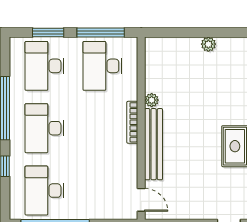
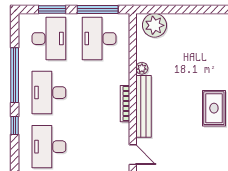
plant: (208, 44) -> (154, 25), moved, width x1.87, depth x1.87
desk: (45, 66) -> (49, 39), turned 180
bookcase: (132, 122) -> (125, 104), moved

